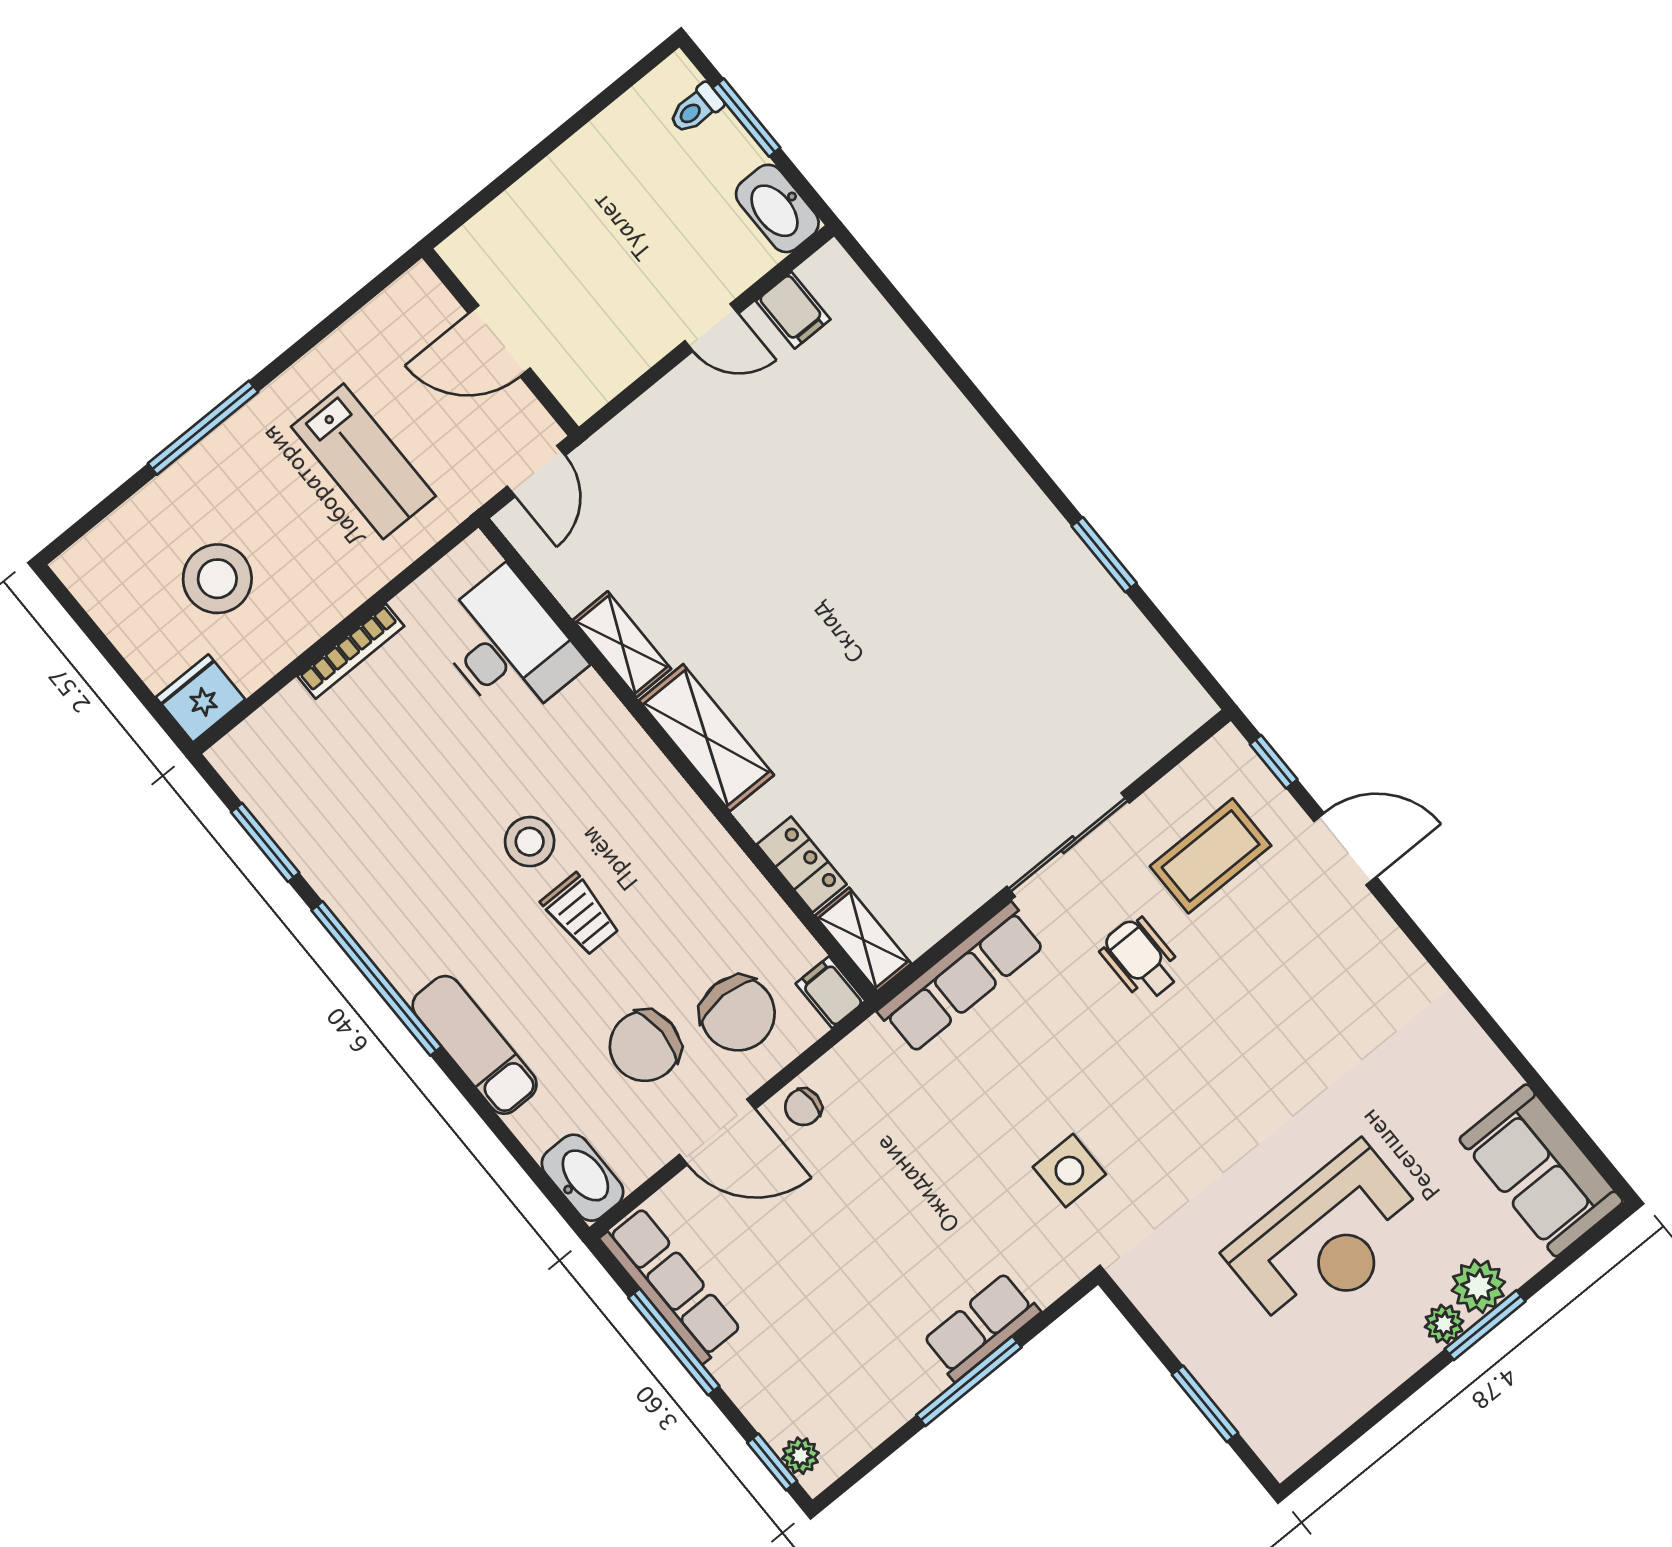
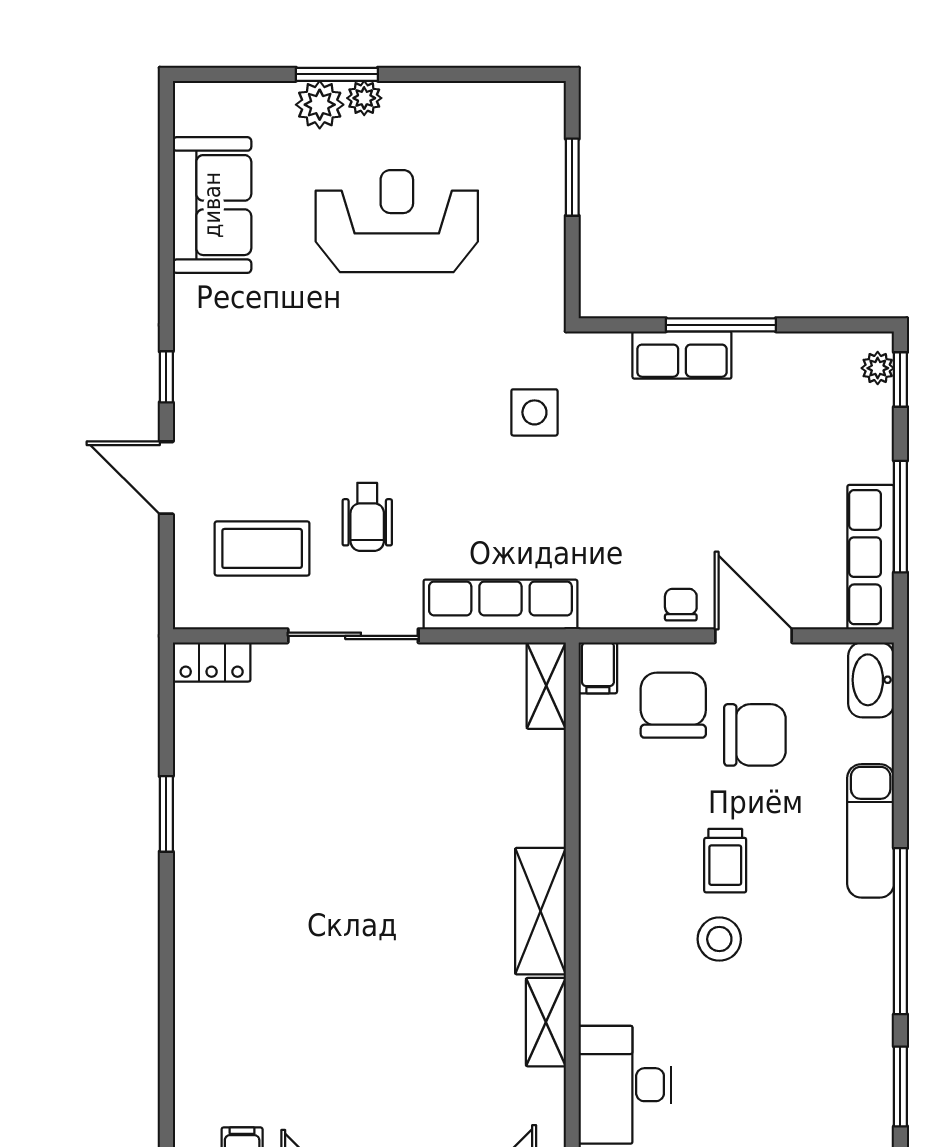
window: (1274, 762) -> (166, 377), moved
locker: (802, 864) -> (212, 662), moved, turned -90
trolley: (581, 914) -> (725, 861), turned 180
chair: (803, 1107) -> (681, 605), turned -90
sofa: (1541, 1170) -> (212, 205), moved

